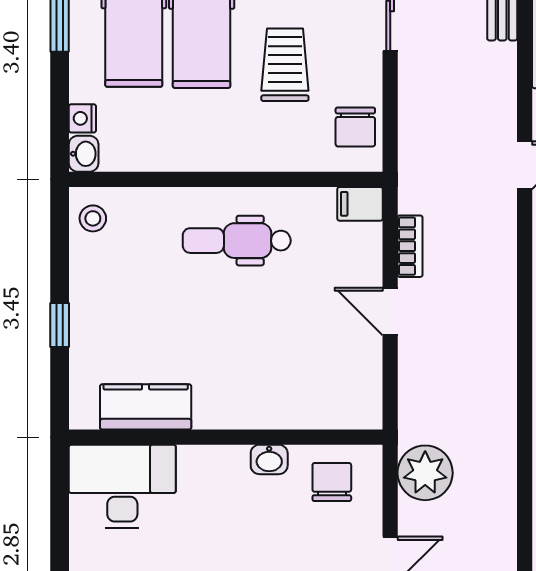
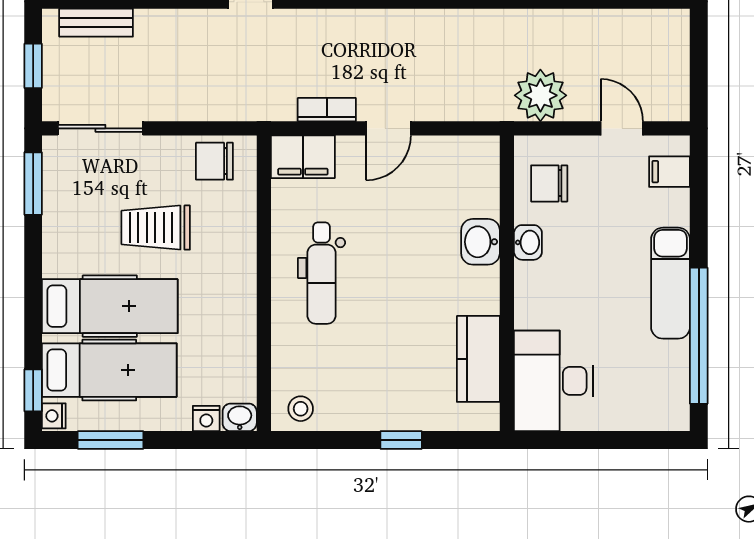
chair: (355, 127) -> (214, 161), turned 180
filing cabinet: (360, 204) -> (303, 157), width x2.00
washbasin: (270, 409) -> (480, 242), added

